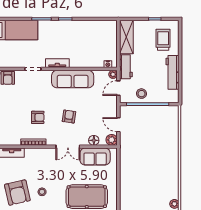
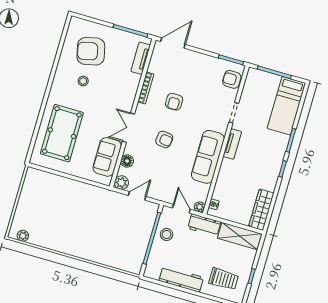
wardrobe: (101, 26) -> (261, 210), added

